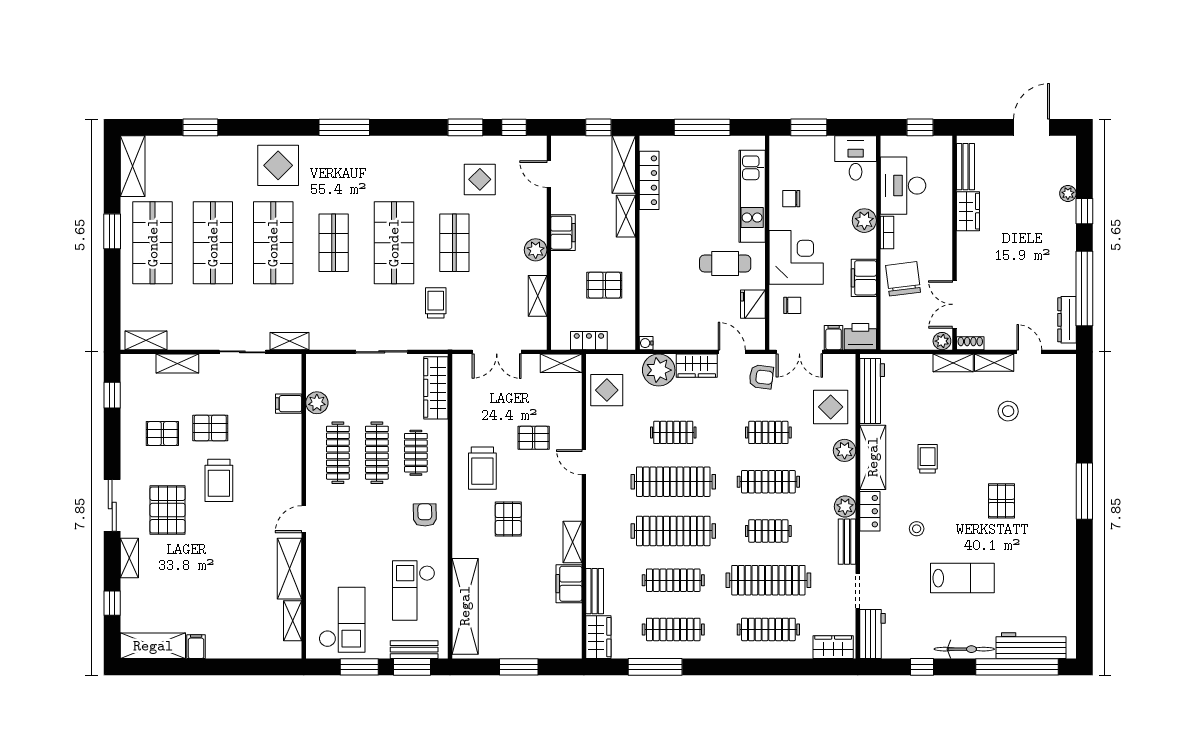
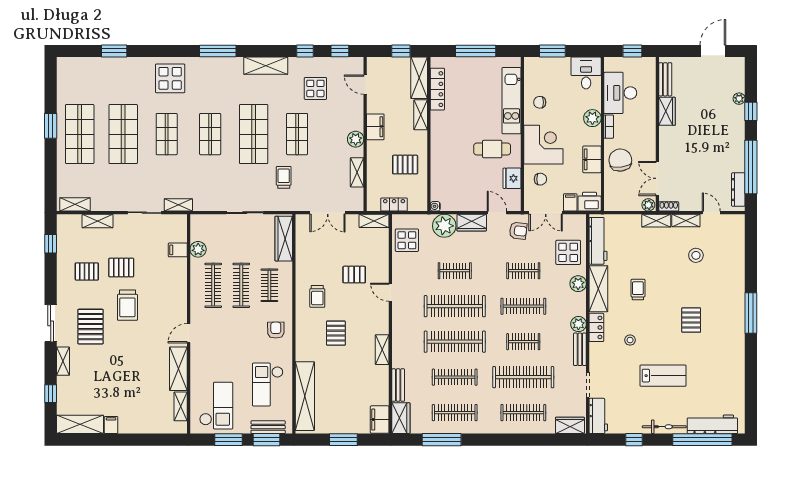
window: (465, 127) -> (305, 51), width x0.67
shelving: (133, 166) -> (266, 66), moved, turned 90
shop shelf: (273, 243) -> (167, 134), width x0.70, depth x0.74
trolley: (482, 468) -> (317, 296), width x0.73, depth x0.72
filing cabinet: (569, 584) -> (380, 420), moved

